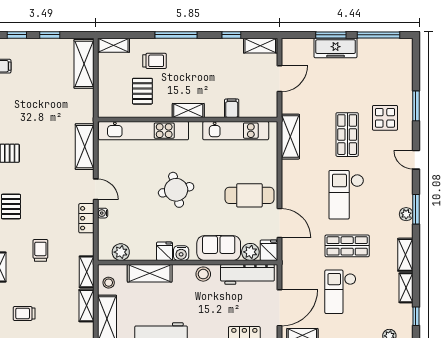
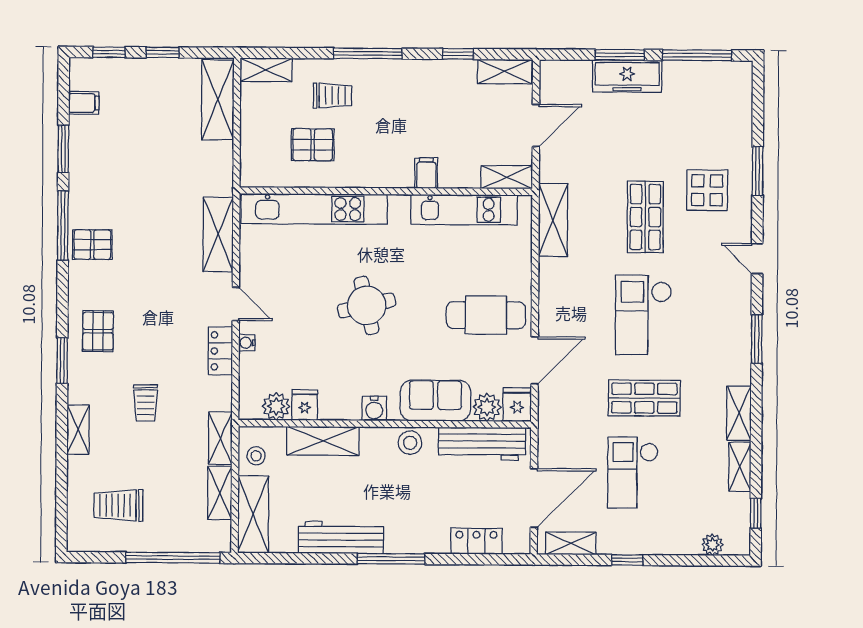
pallet: (142, 91) -> (313, 145), turned 90
filing cabinet: (232, 108) -> (426, 173), moved
shelving: (188, 110) -> (507, 177), moved
plant: (406, 214) -> (741, 347), removed
door: (280, 223) -> (535, 360), hinge flipped
trolley: (40, 250) -> (145, 403), turned 180
fridge: (165, 251) -> (305, 405), moved
trolley: (24, 313) -> (118, 505), width x1.36, depth x1.39

